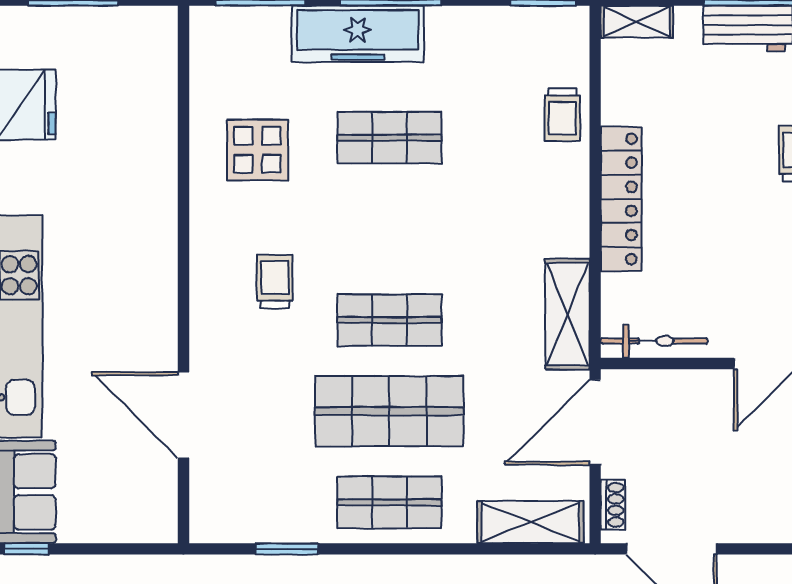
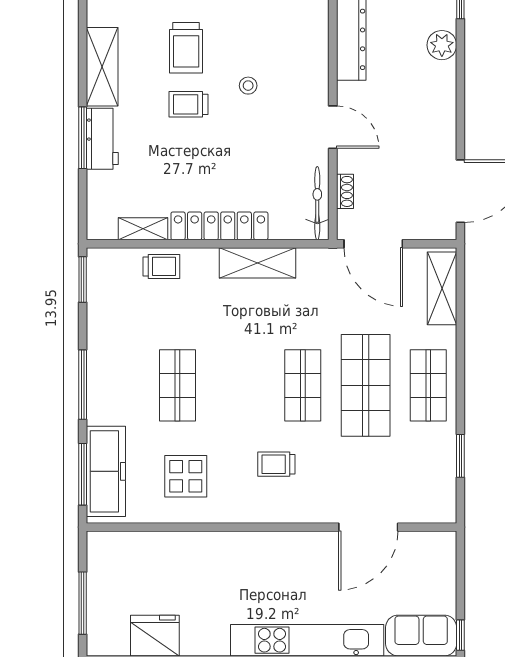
shelving: (637, 22) -> (143, 229), moved, turned 90
freezer: (358, 34) -> (106, 471), moved
shelving: (567, 314) -> (258, 263), moved
shoe rack: (613, 505) -> (345, 191), moved, turned 90

